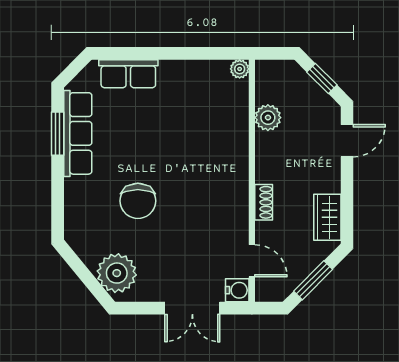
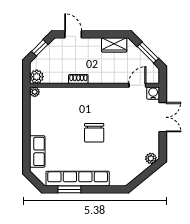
plant: (268, 118) -> (37, 77), moved
row of seats: (78, 133) -> (78, 179), width x1.36
chair: (138, 201) -> (94, 133), moved, turned 90
shoe rack: (264, 202) -> (78, 79), moved
plant: (117, 273) -> (151, 158), width x0.53, depth x0.53

